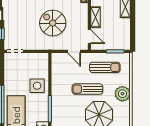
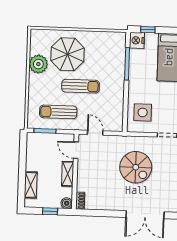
spiral stairs: (53, 23) -> (136, 167), moved
side table: (37, 86) -> (143, 112), moved
plant: (122, 94) -> (38, 64), moved

